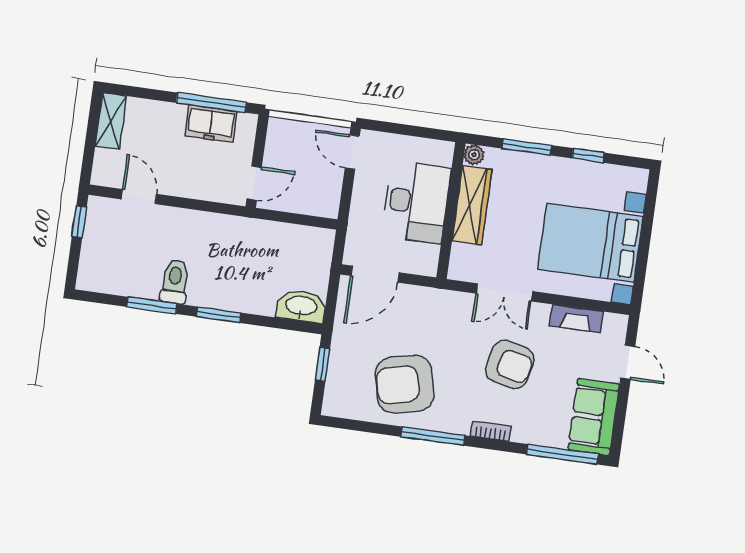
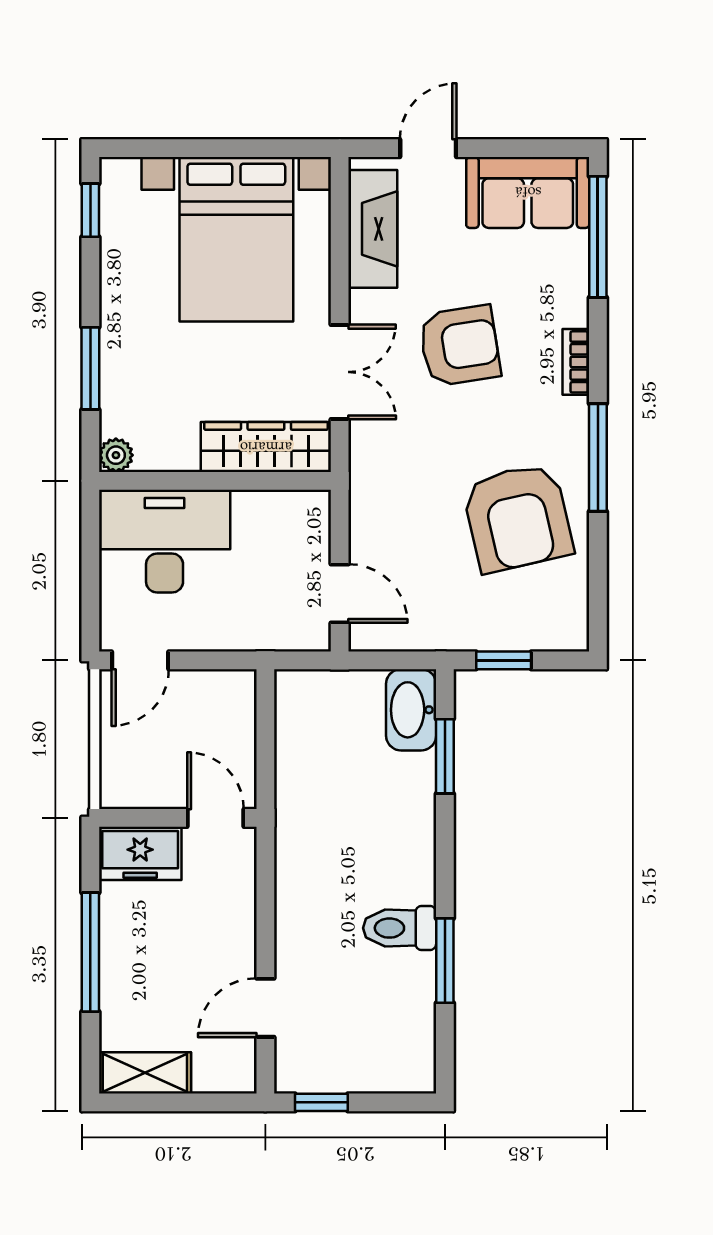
window: (211, 103) -> (90, 952), moved
freezer: (211, 124) -> (140, 853), moved, turned 90
window: (588, 155) -> (90, 210), moved
desk: (416, 202) -> (165, 541), moved
wardrobe: (472, 205) -> (266, 447), moved
door: (375, 274) -> (340, 593), width x0.73
window: (218, 315) -> (445, 756), moved
fireplace: (576, 319) -> (373, 229), width x1.37, depth x1.32
armchair: (510, 365) -> (460, 346), turned 68

